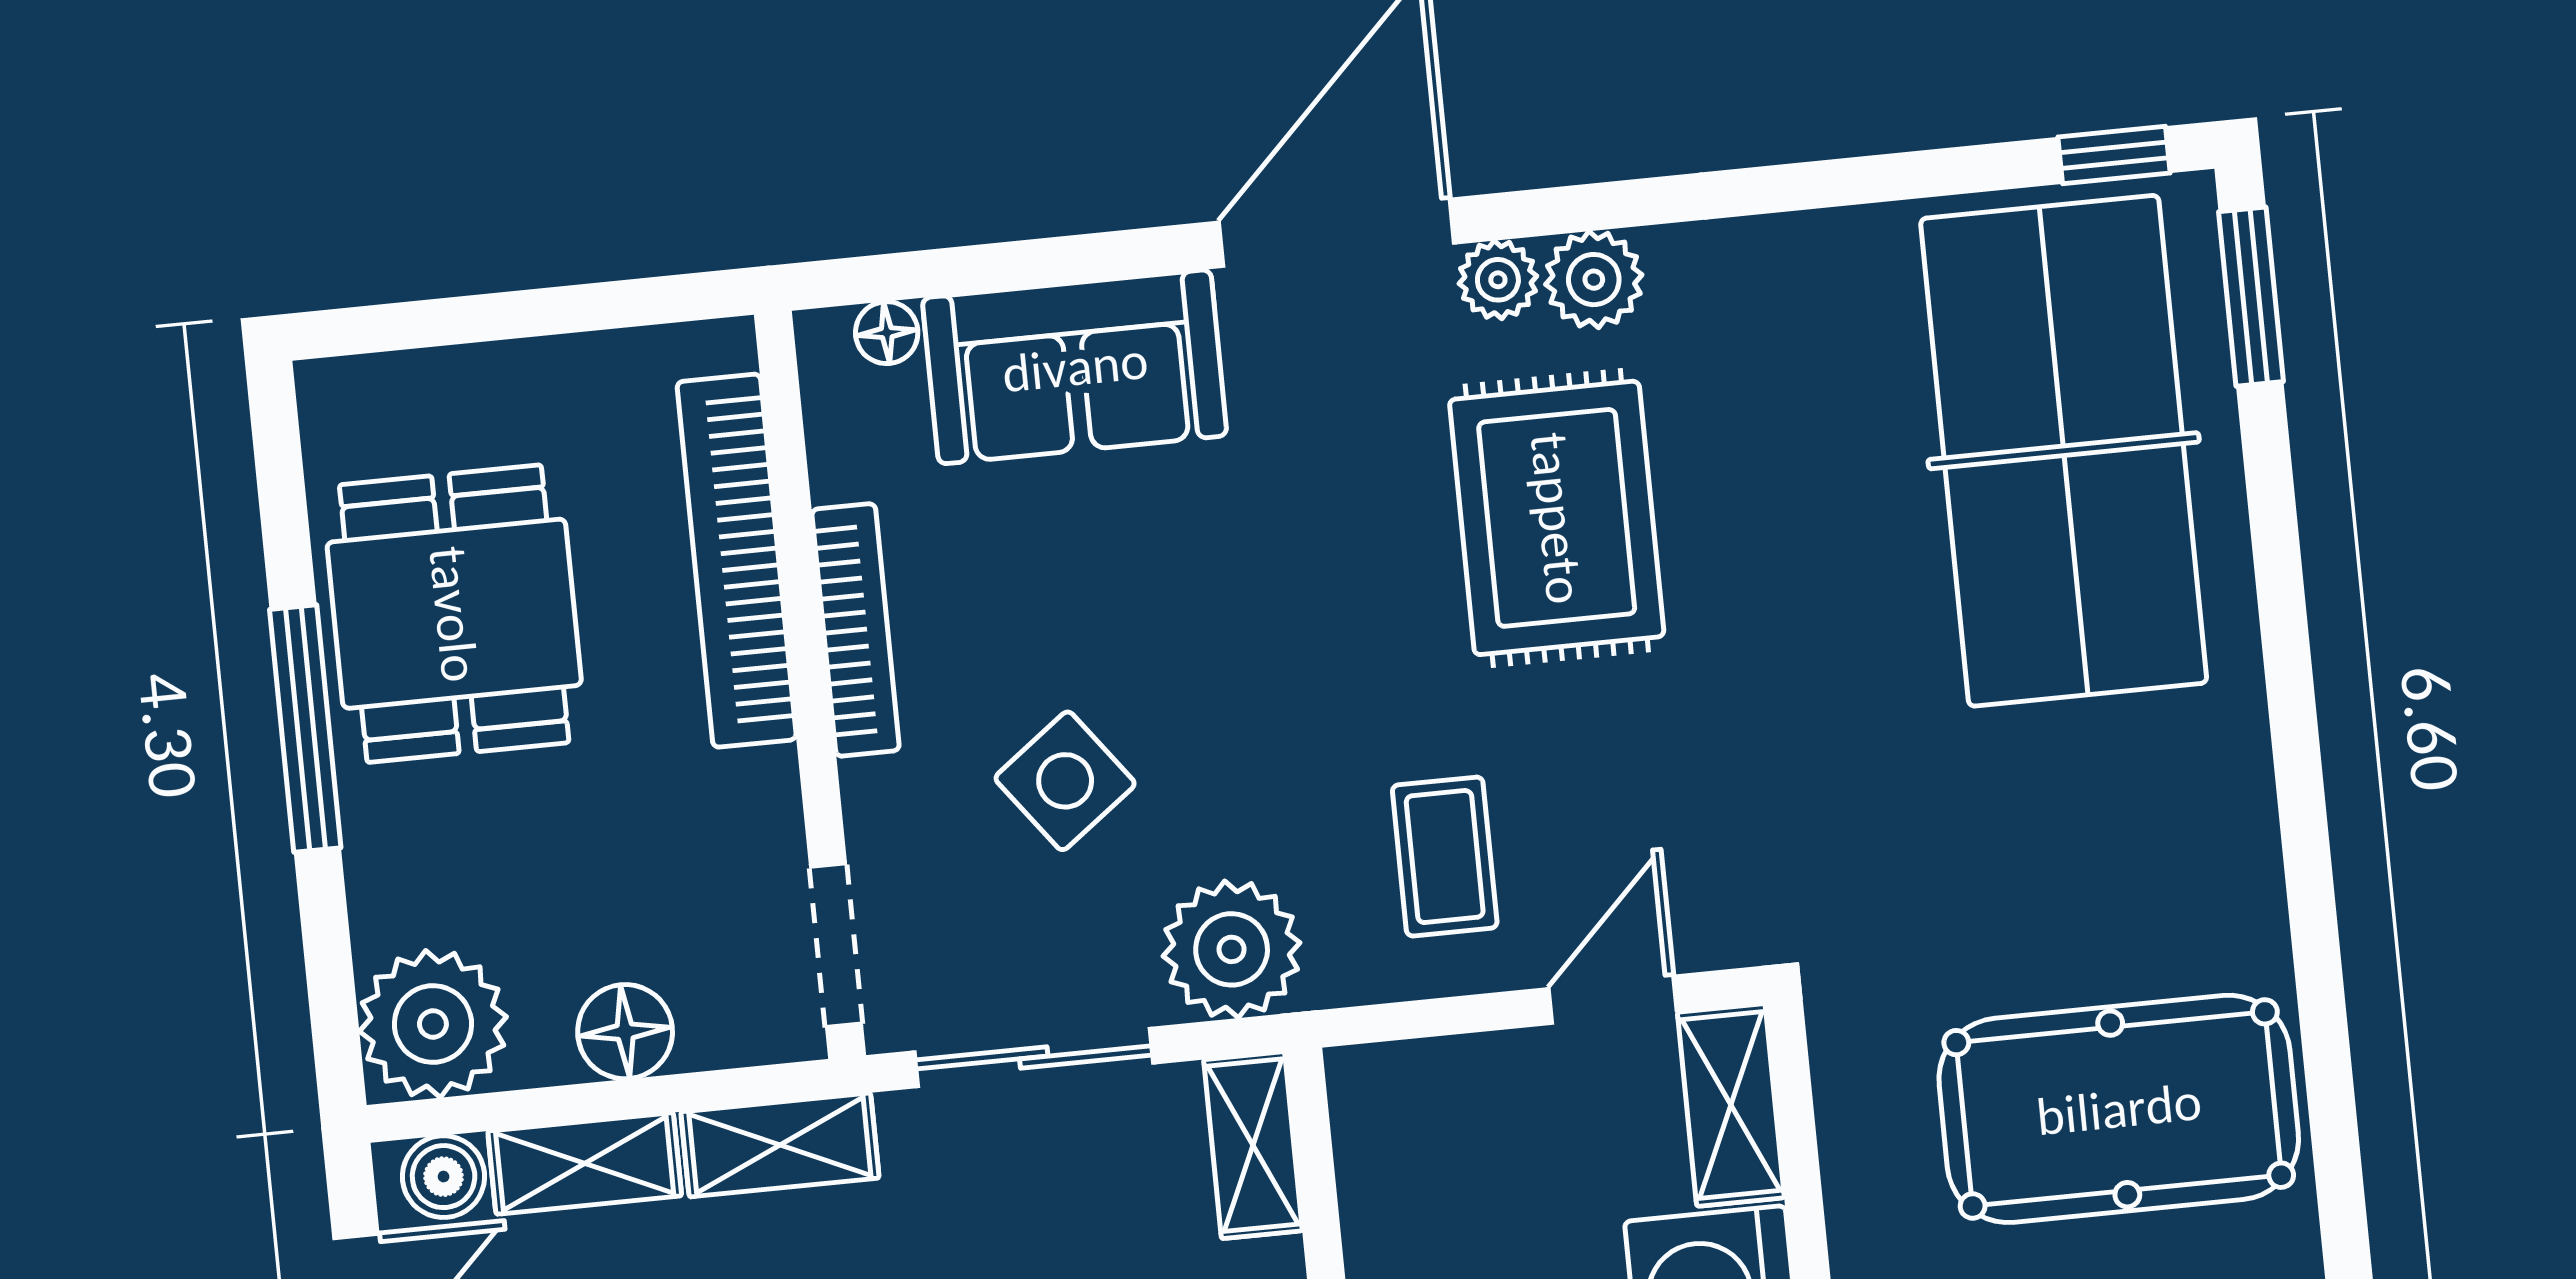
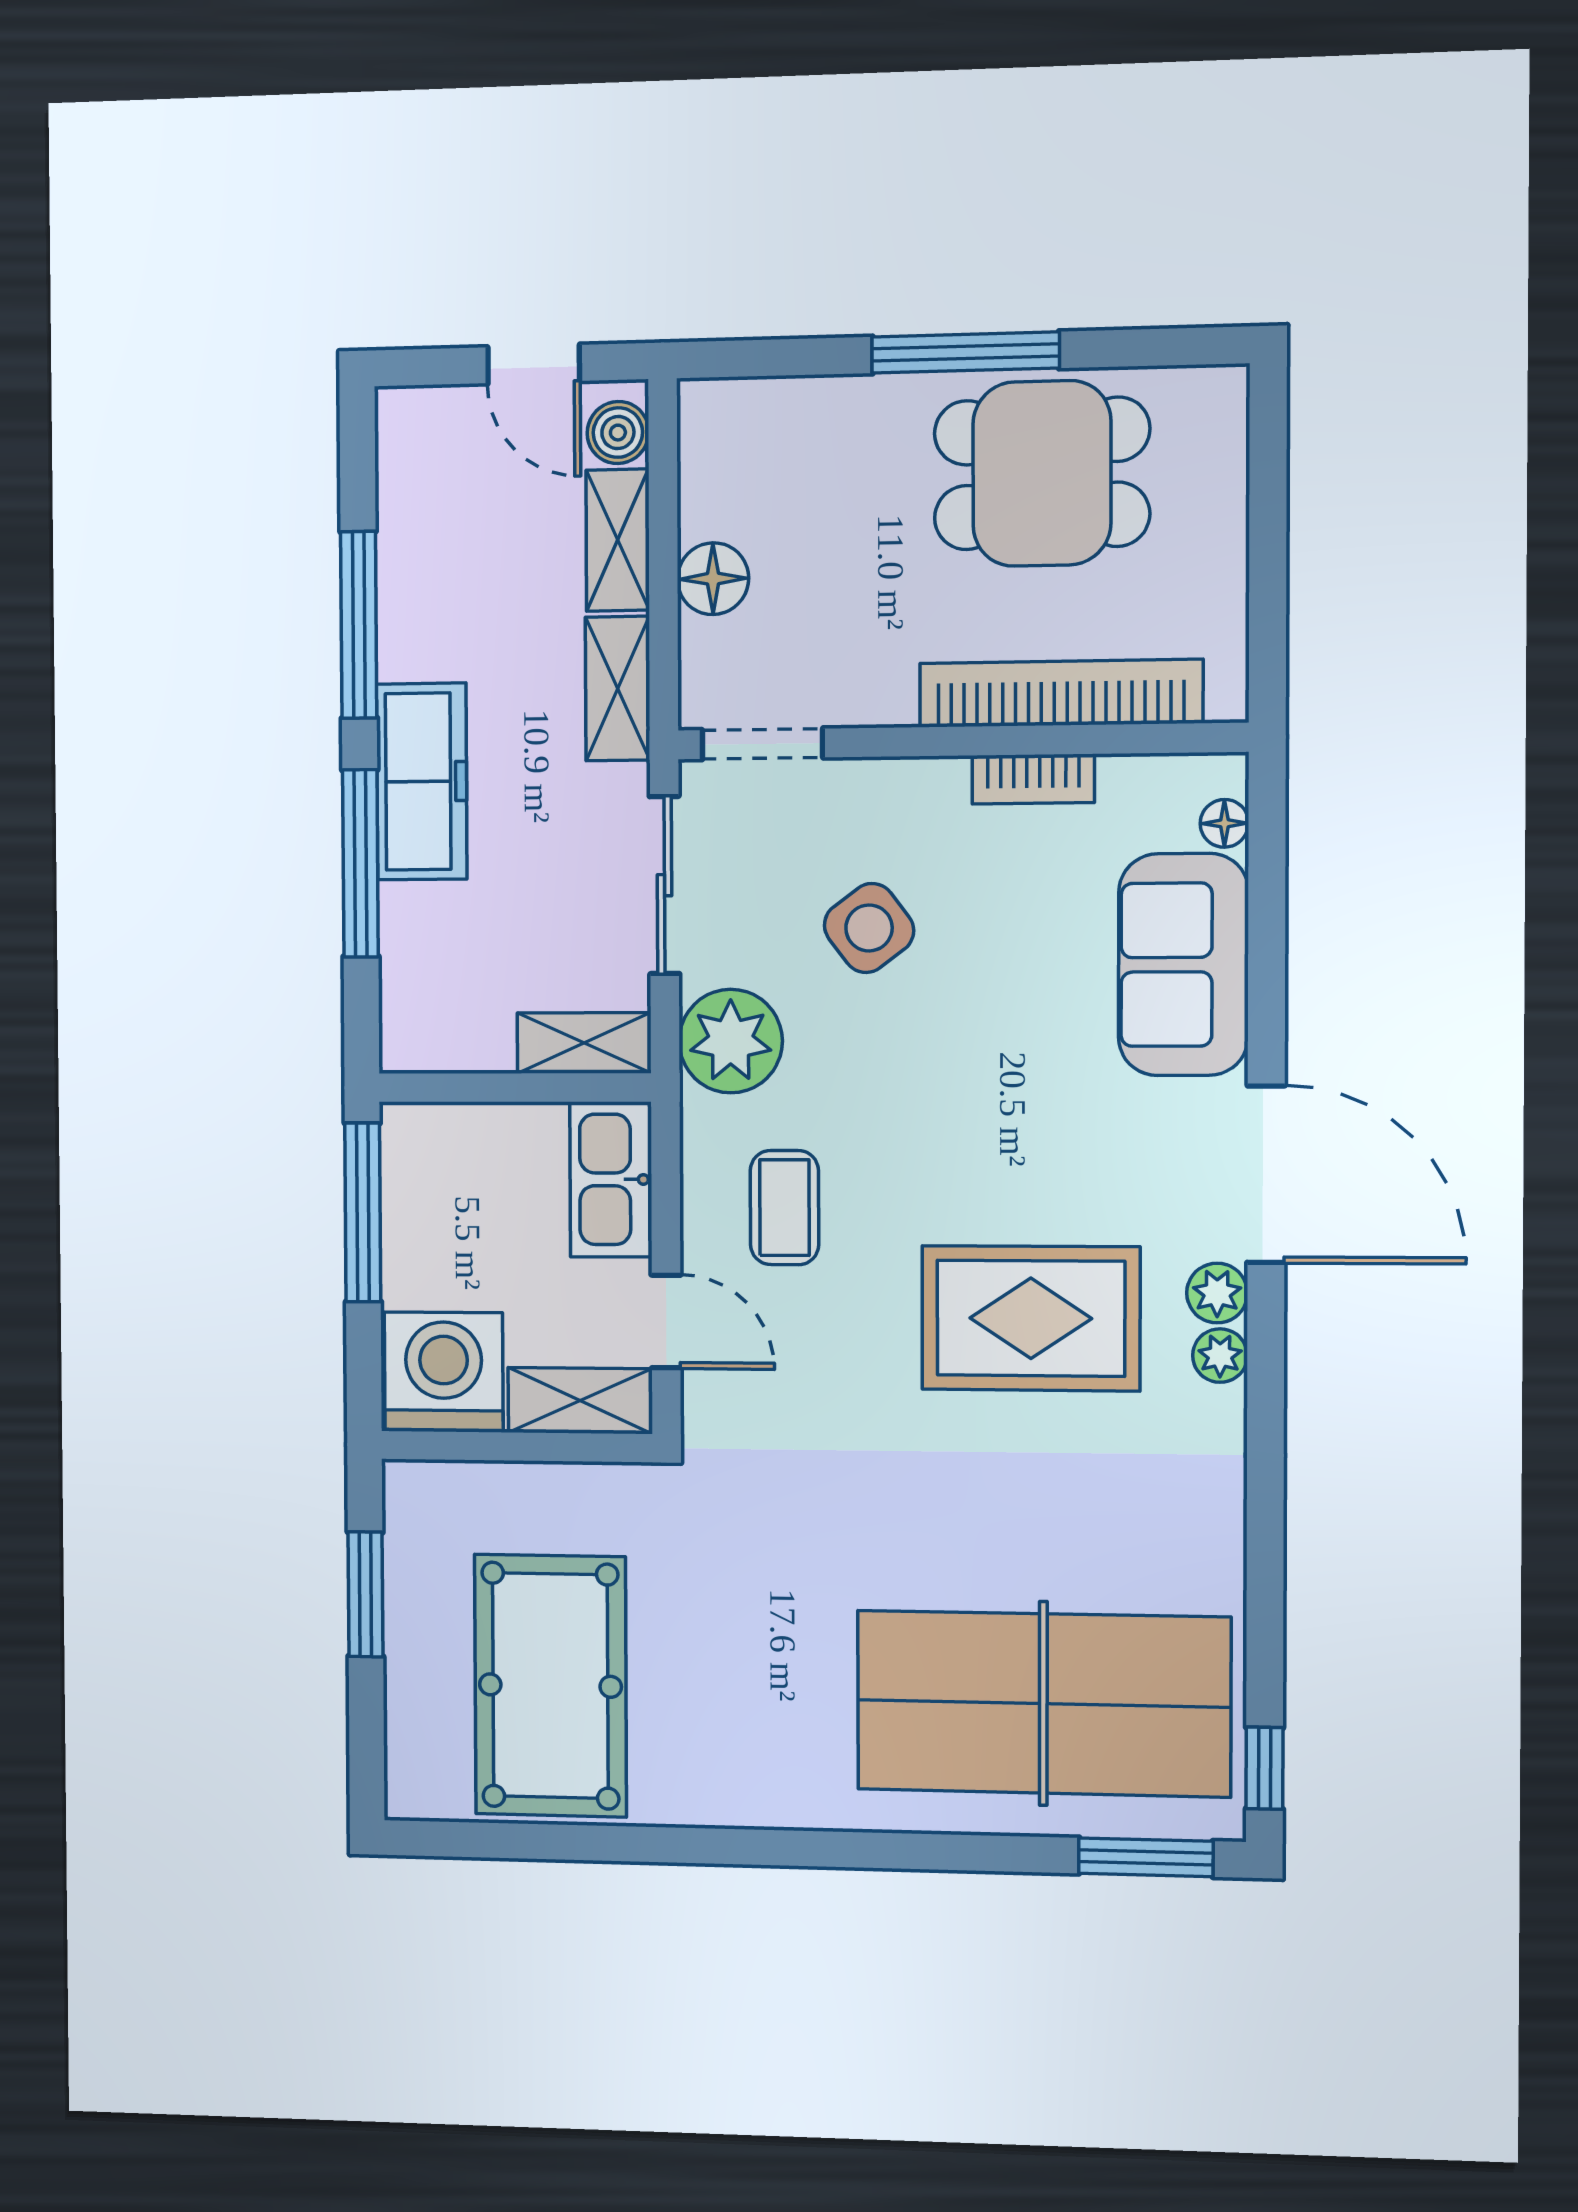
plant: (1594, 280) -> (1220, 1356), width x0.73, depth x0.73
bookcase: (856, 630) -> (1033, 779), width x0.64
coffee table: (1445, 857) -> (784, 1208), turned 90
plant: (433, 1024) -> (733, 433), removed
kitchen sink: (1431, 1092) -> (611, 1179), added

